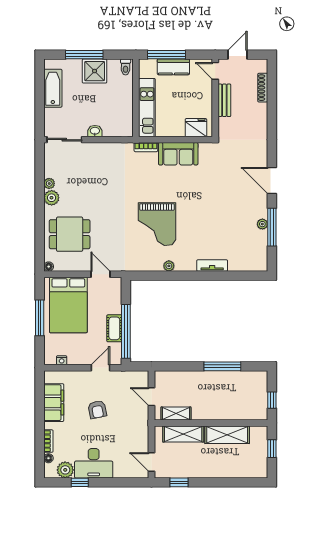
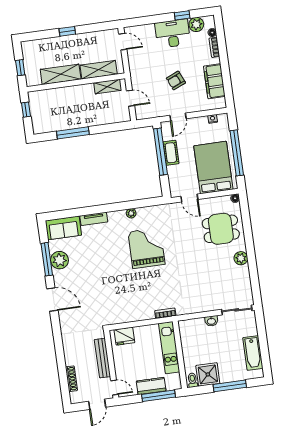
shower: (95, 71) -> (208, 374), moved
bench: (224, 100) -> (102, 358), width x1.36
sofa: (178, 154) -> (63, 228), moved, turned 180
plant: (49, 183) -> (245, 270), removed
plant: (262, 224) -> (59, 260), width x1.88, depth x1.88
window: (40, 318) -> (237, 153), width x1.46
armchair: (97, 410) -> (176, 80), turned -102
window: (179, 482) -> (67, 31), moved

